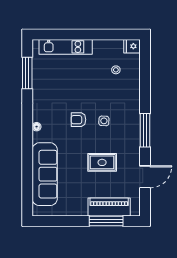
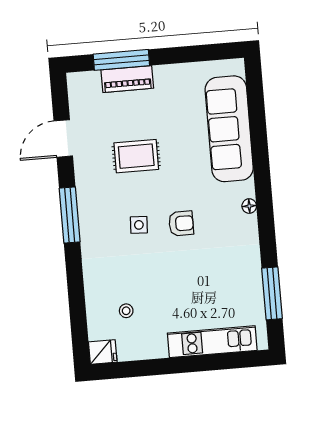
piano: (109, 207) -> (127, 79), width x0.73, depth x0.75

